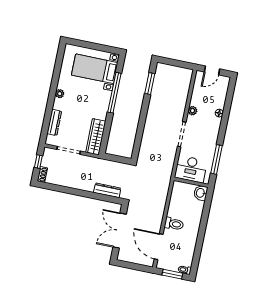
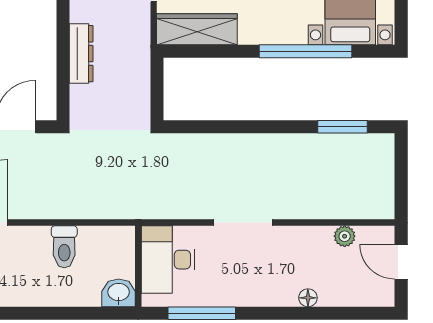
plant: (193, 111) -> (345, 236), moved
dresser: (107, 190) -> (81, 54), moved
toilet: (174, 224) -> (64, 247), moved

